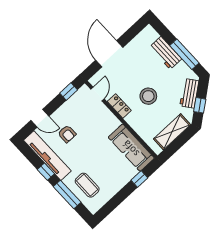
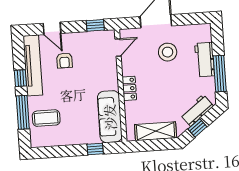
stool: (148, 96) -> (168, 52), moved
locker: (119, 106) -> (129, 88), moved
coffee table: (87, 185) -> (46, 118), turned 90

